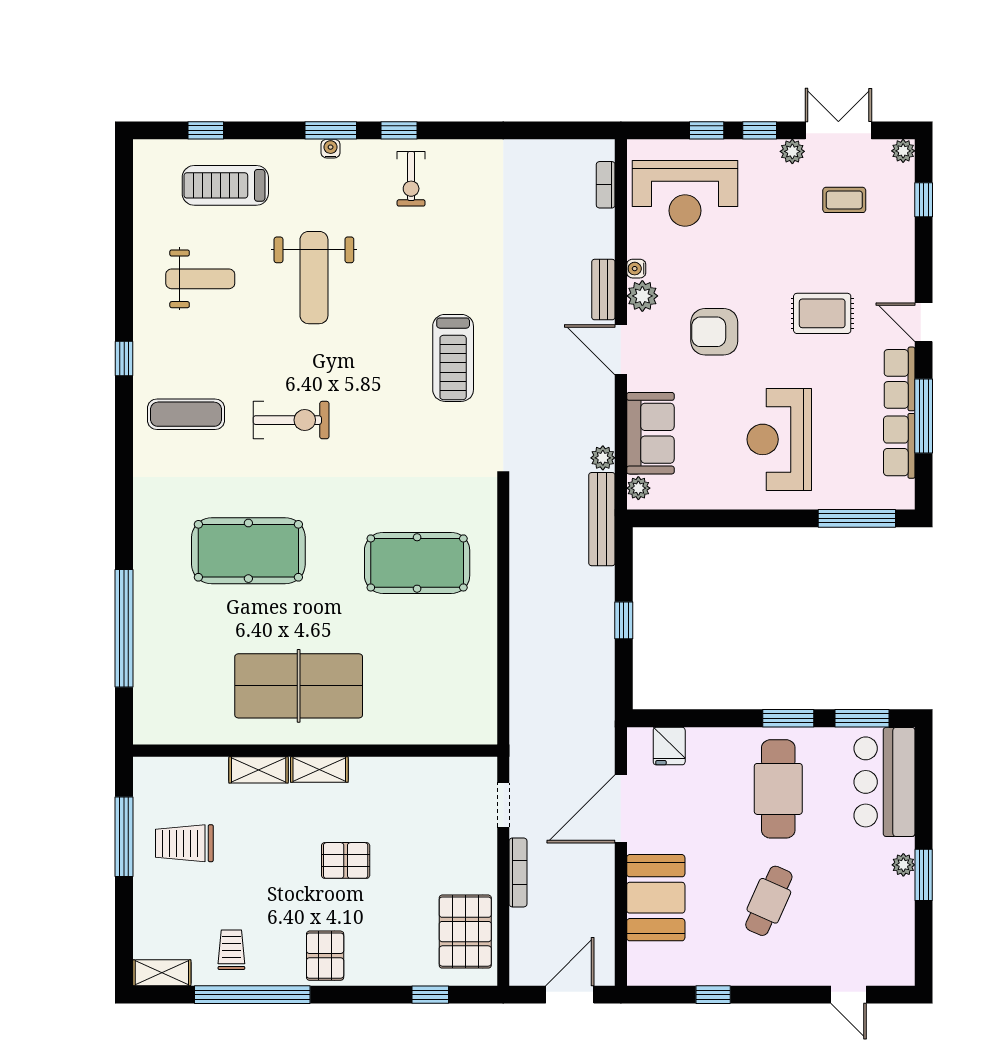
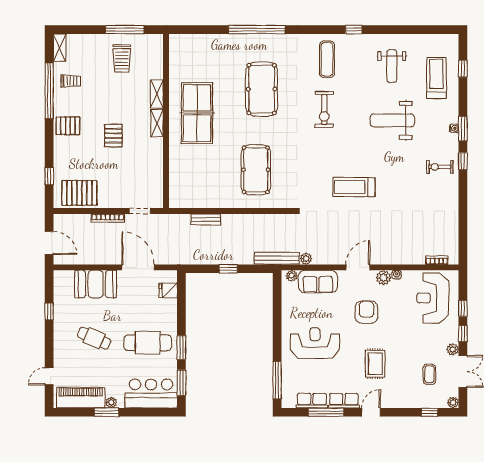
bench: (603, 290) -> (206, 219), moved
window: (124, 628) -> (257, 30), moved
trolley: (184, 843) -> (122, 58), turned 180
piano: (893, 929) -> (81, 398), added

